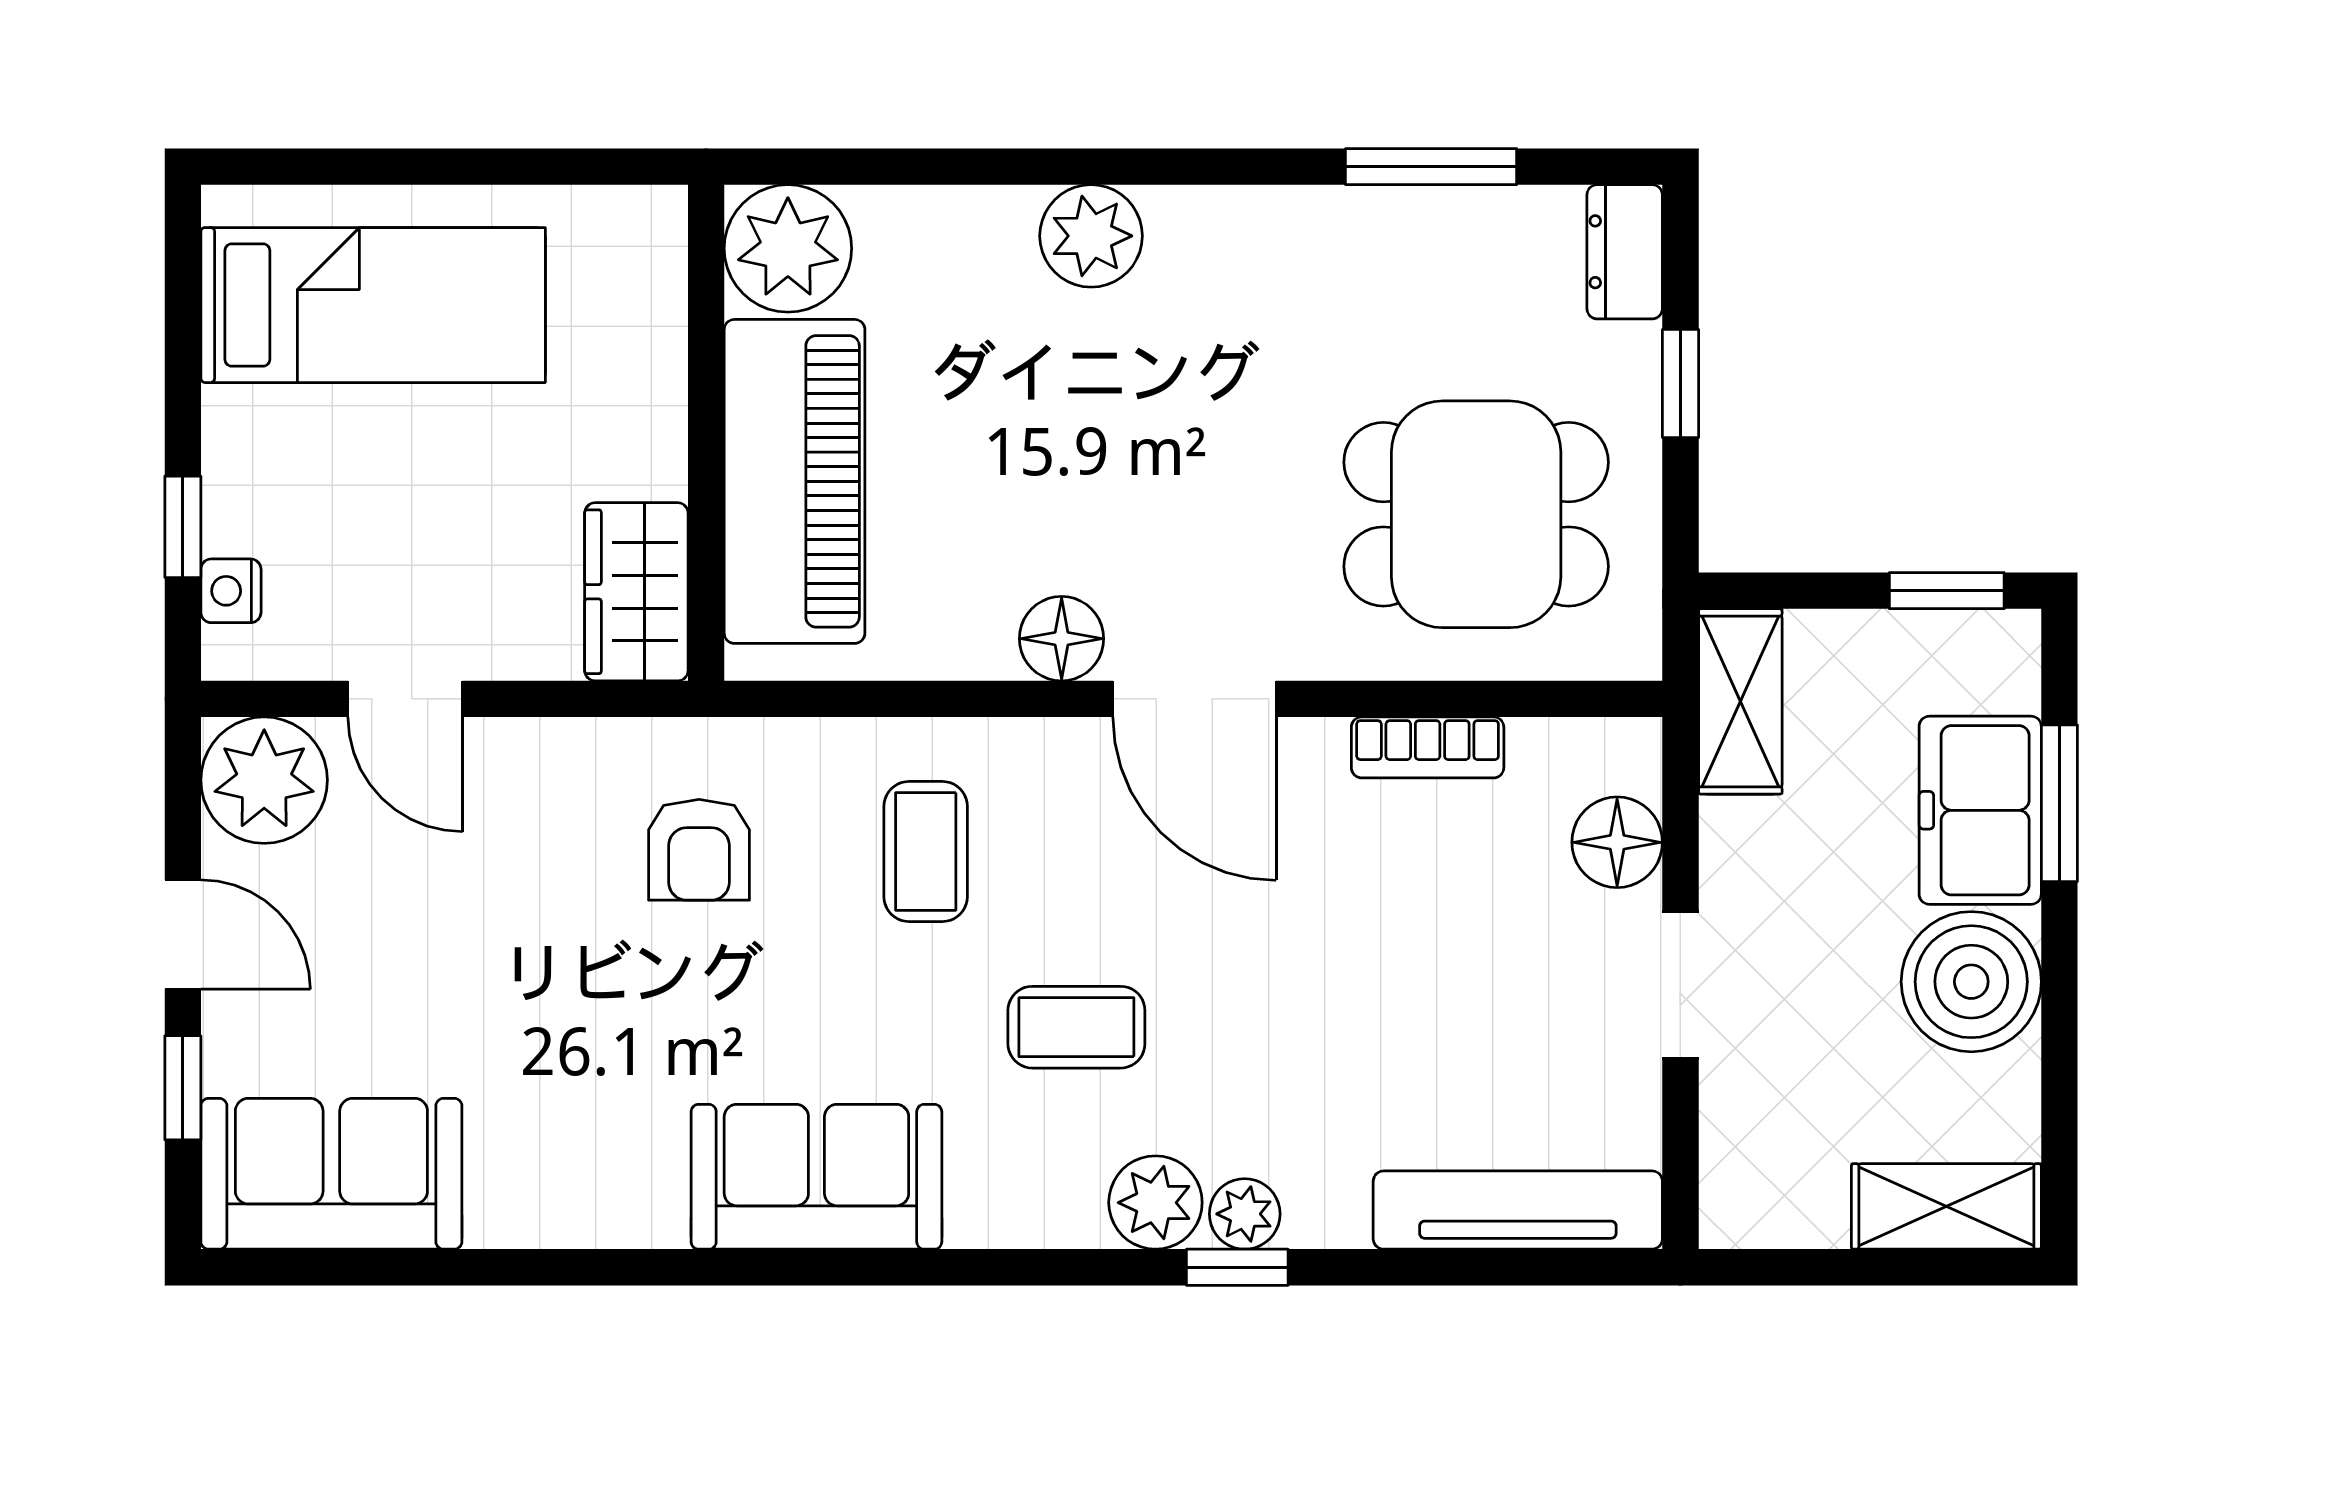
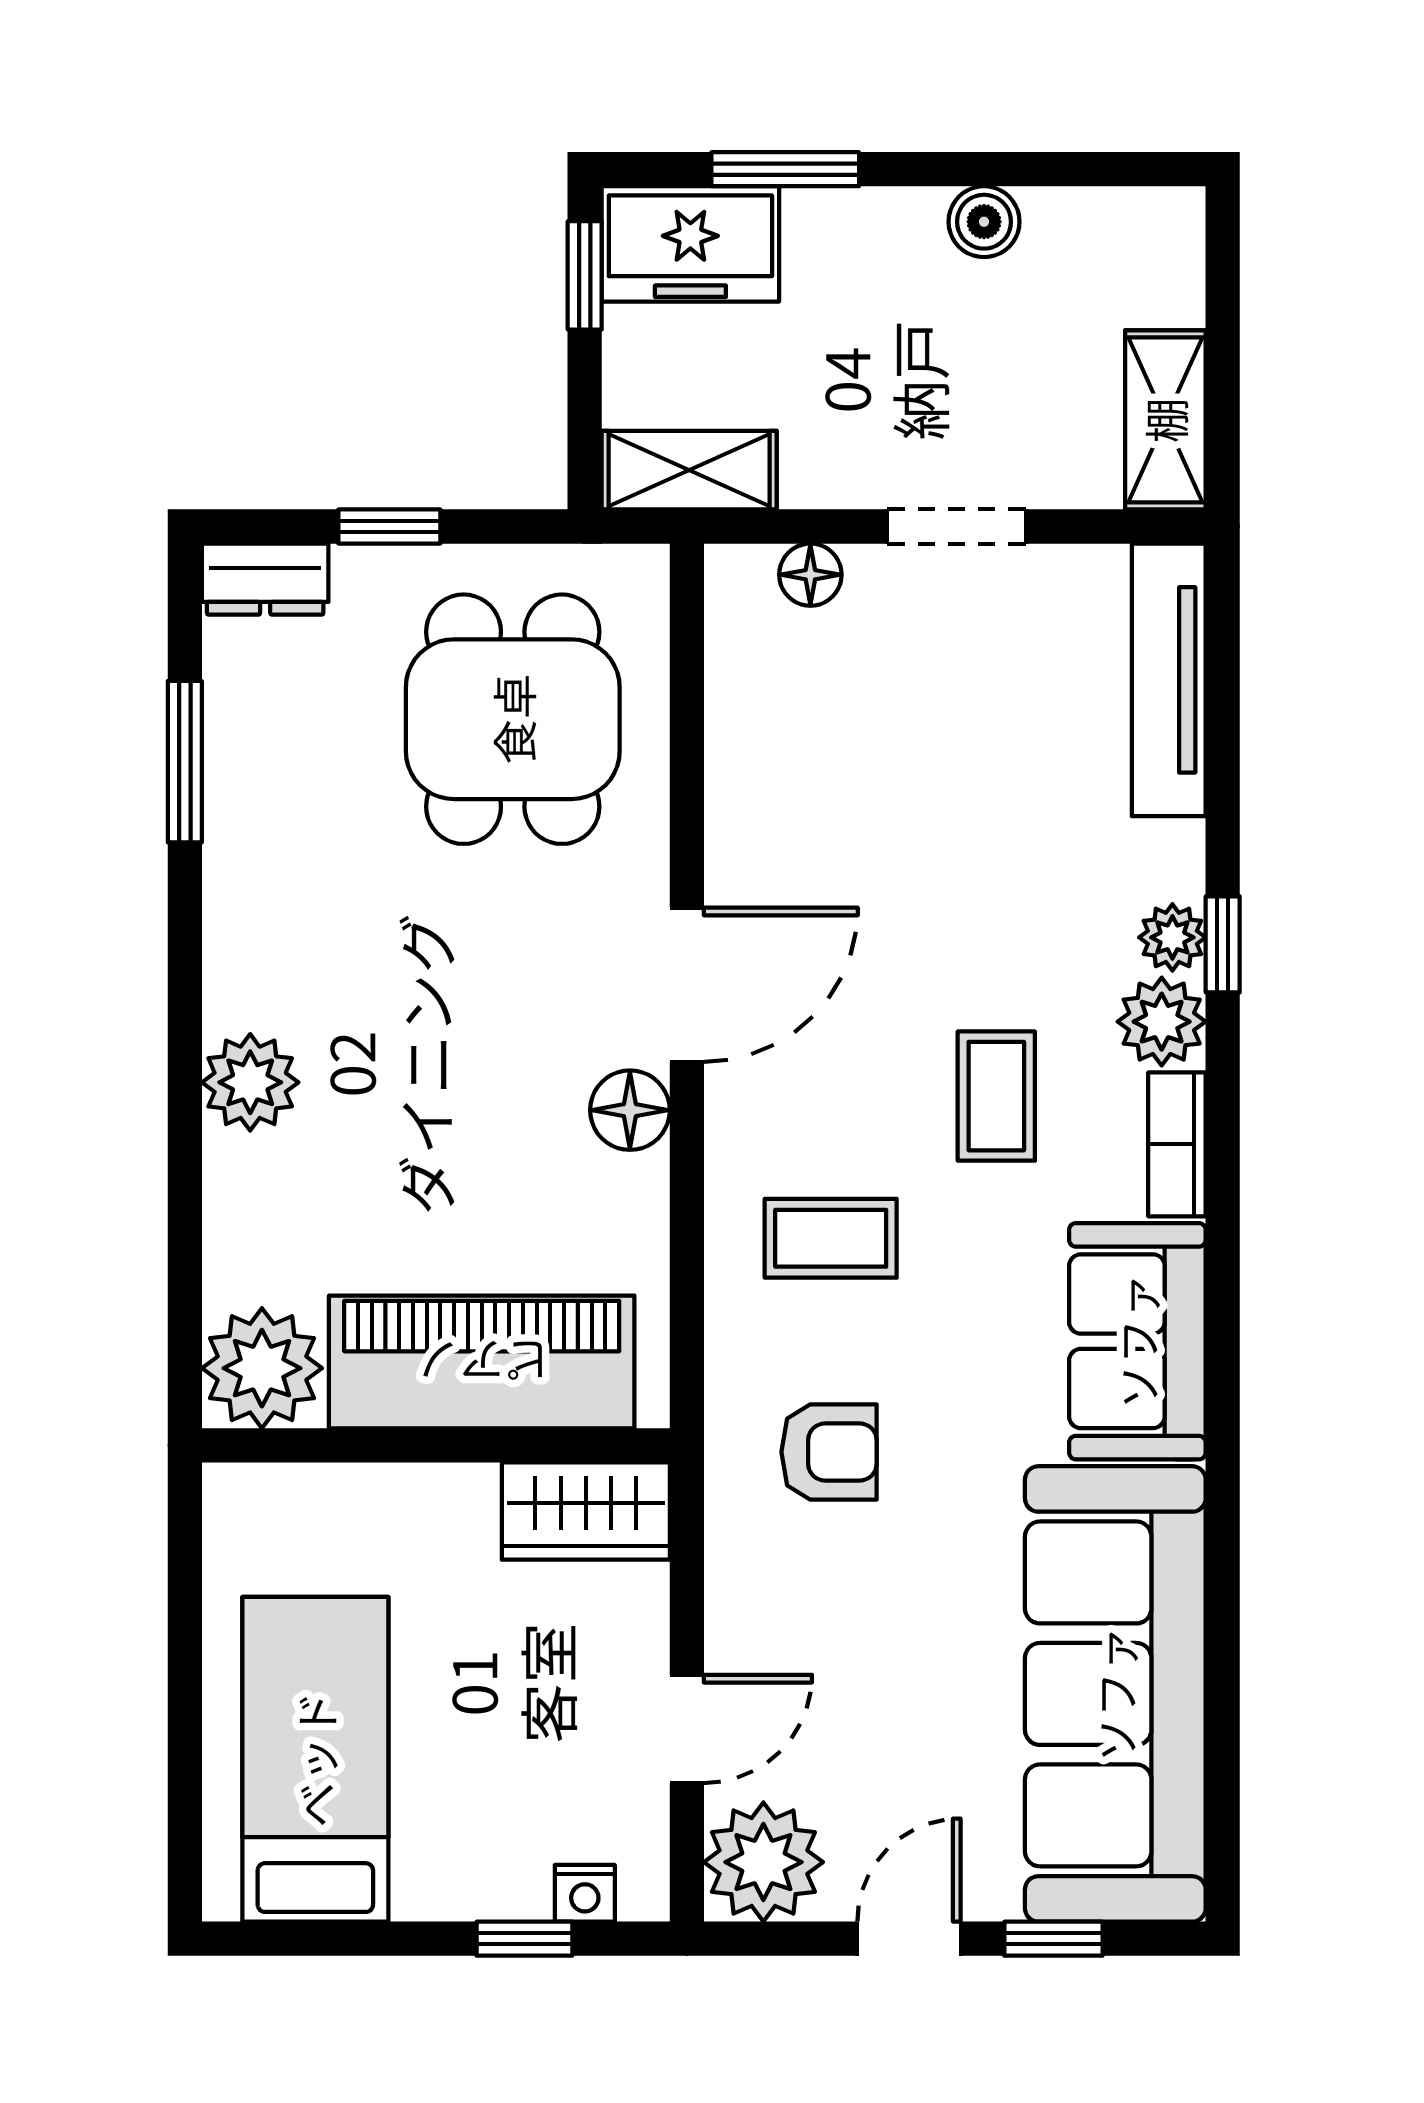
bookcase: (1428, 747) -> (1177, 1144), moved, turned 180
freezer: (1980, 810) -> (690, 244), moved
floor lamp: (1617, 842) -> (810, 575), width x0.73, depth x0.73
boiler: (1971, 982) -> (984, 222), width x0.54, depth x0.54
sofa: (331, 1174) -> (1115, 1694), width x1.85, depth x1.27
shelving: (1946, 1206) -> (1165, 420), moved

